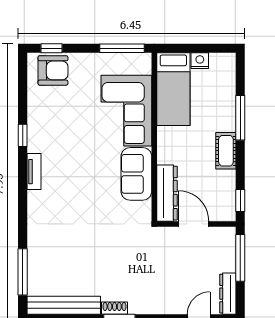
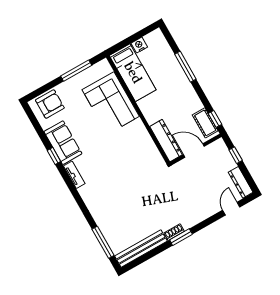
window: (51, 48) -> (41, 91), removed
window: (122, 48) -> (76, 71), moved
cot: (226, 151) -> (205, 123), moved
sofa: (136, 174) -> (63, 143), moved, turned 180
window: (240, 258) -> (236, 155), width x0.46

